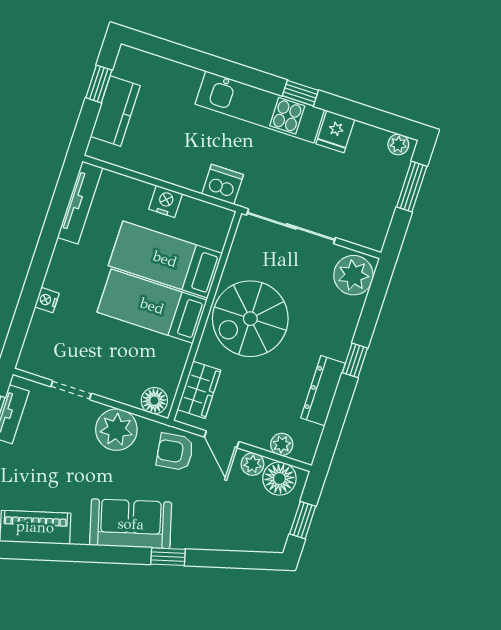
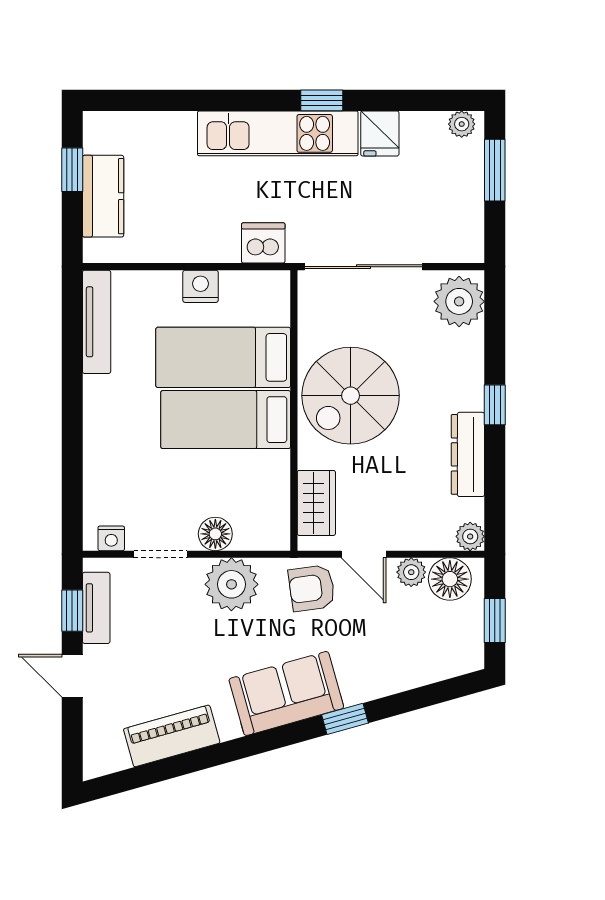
nightstand: (47, 300) -> (111, 538), moved, turned -90
floor lamp: (154, 401) -> (215, 534), moved
plant: (282, 444) -> (470, 536), moved

